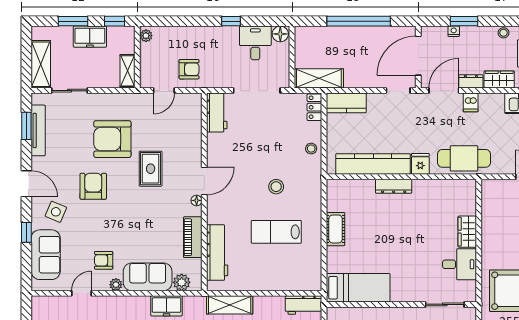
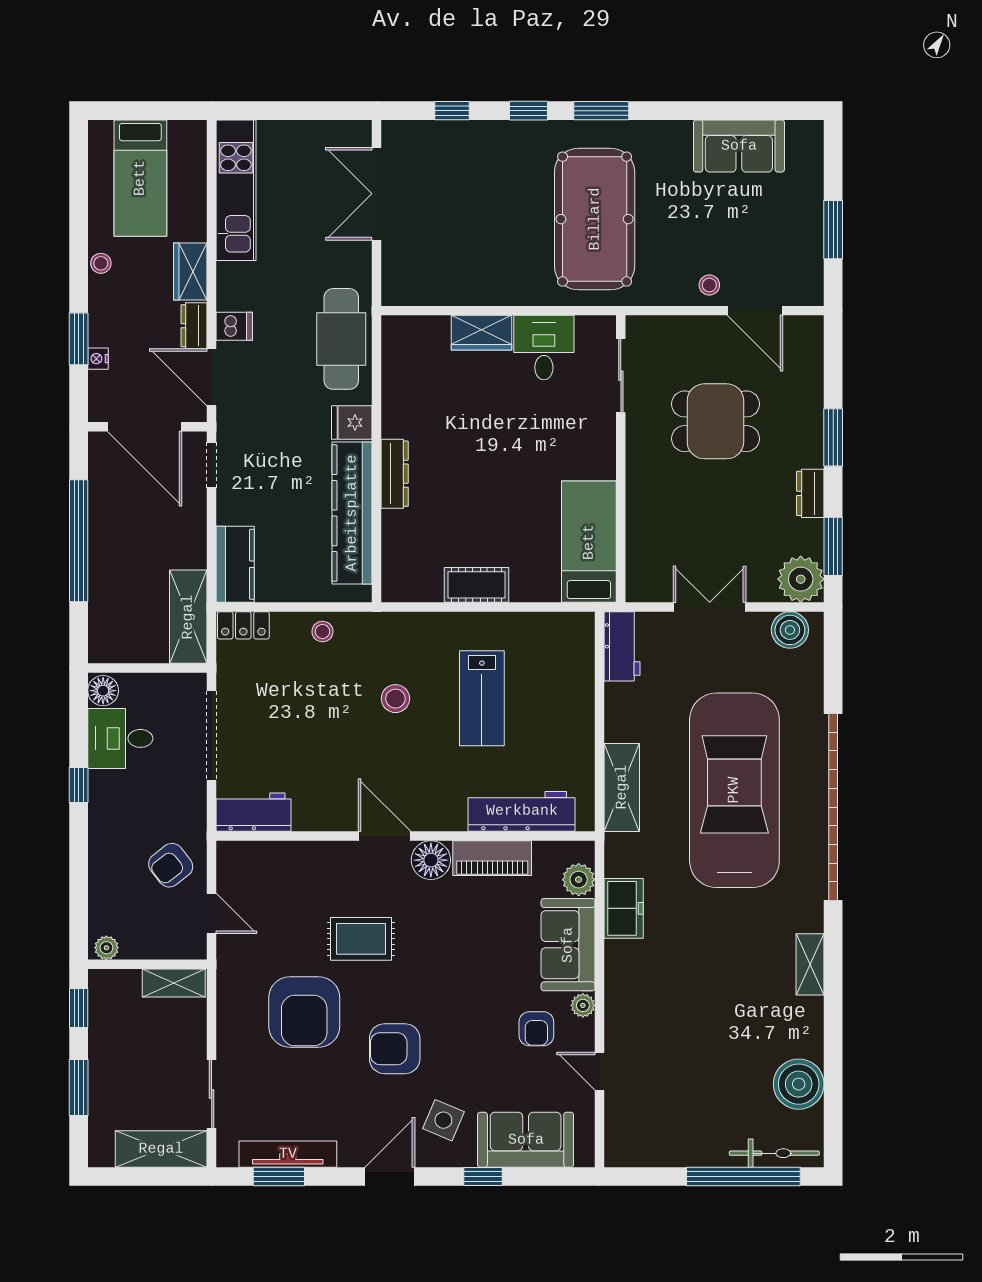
freezer: (90, 37) -> (108, 1055), removed
armchair: (189, 69) -> (171, 865), turned -128
floor lamp: (197, 200) -> (431, 860), width x1.89, depth x1.89

